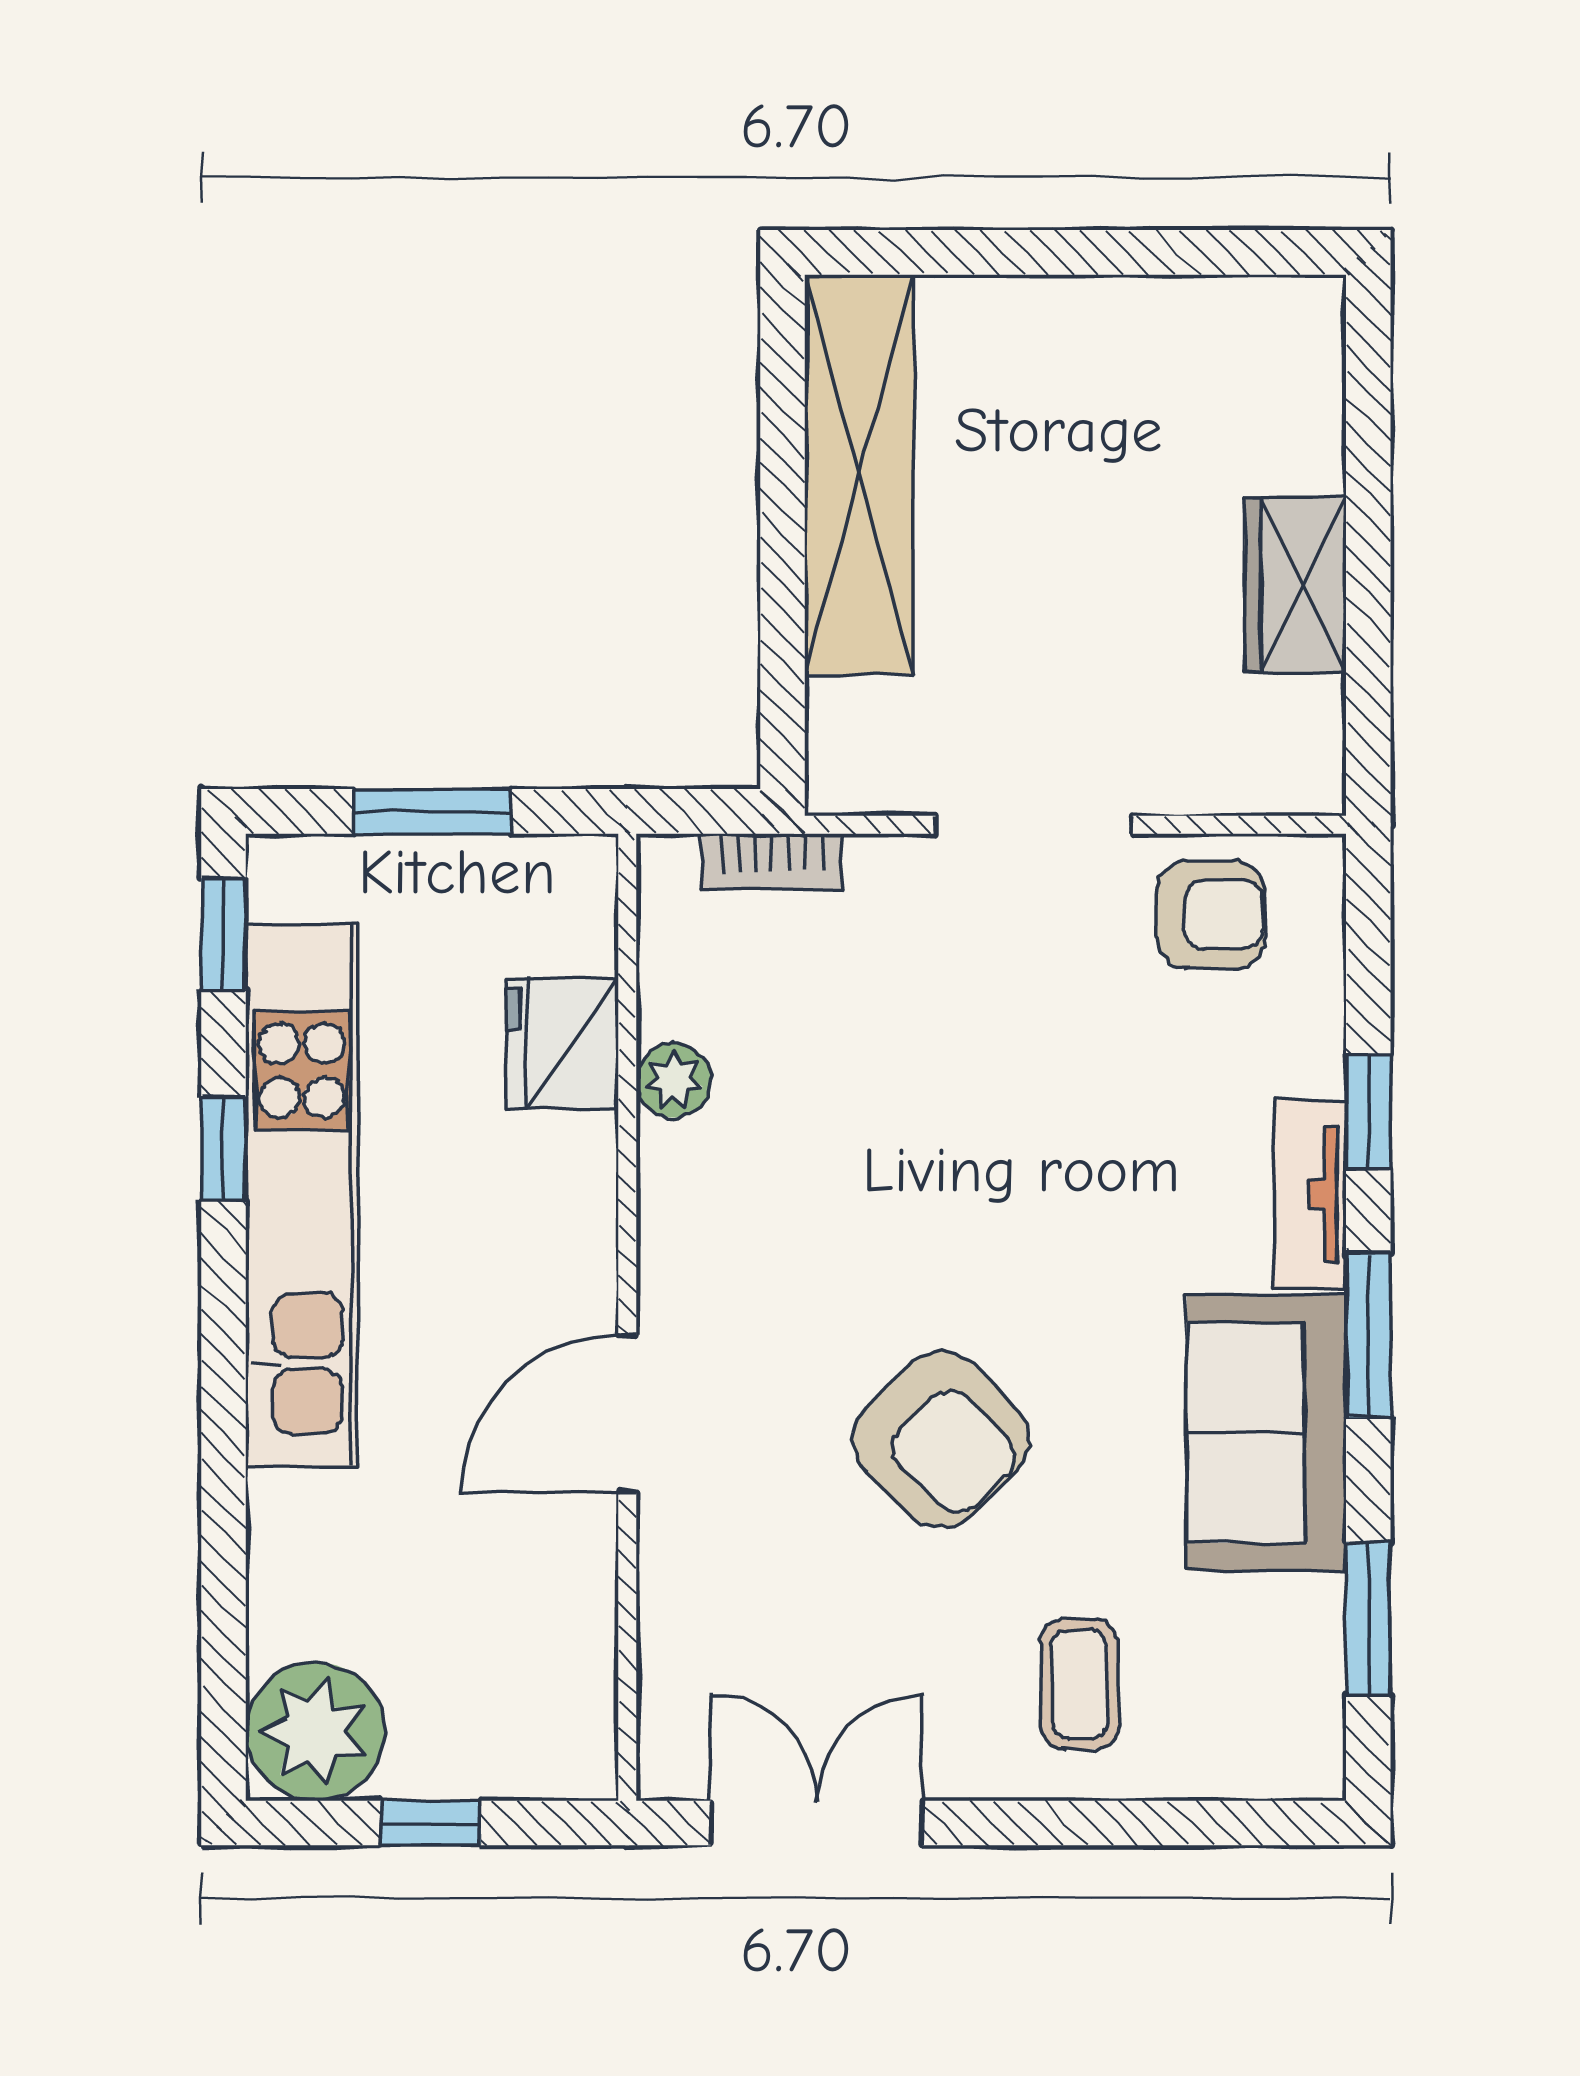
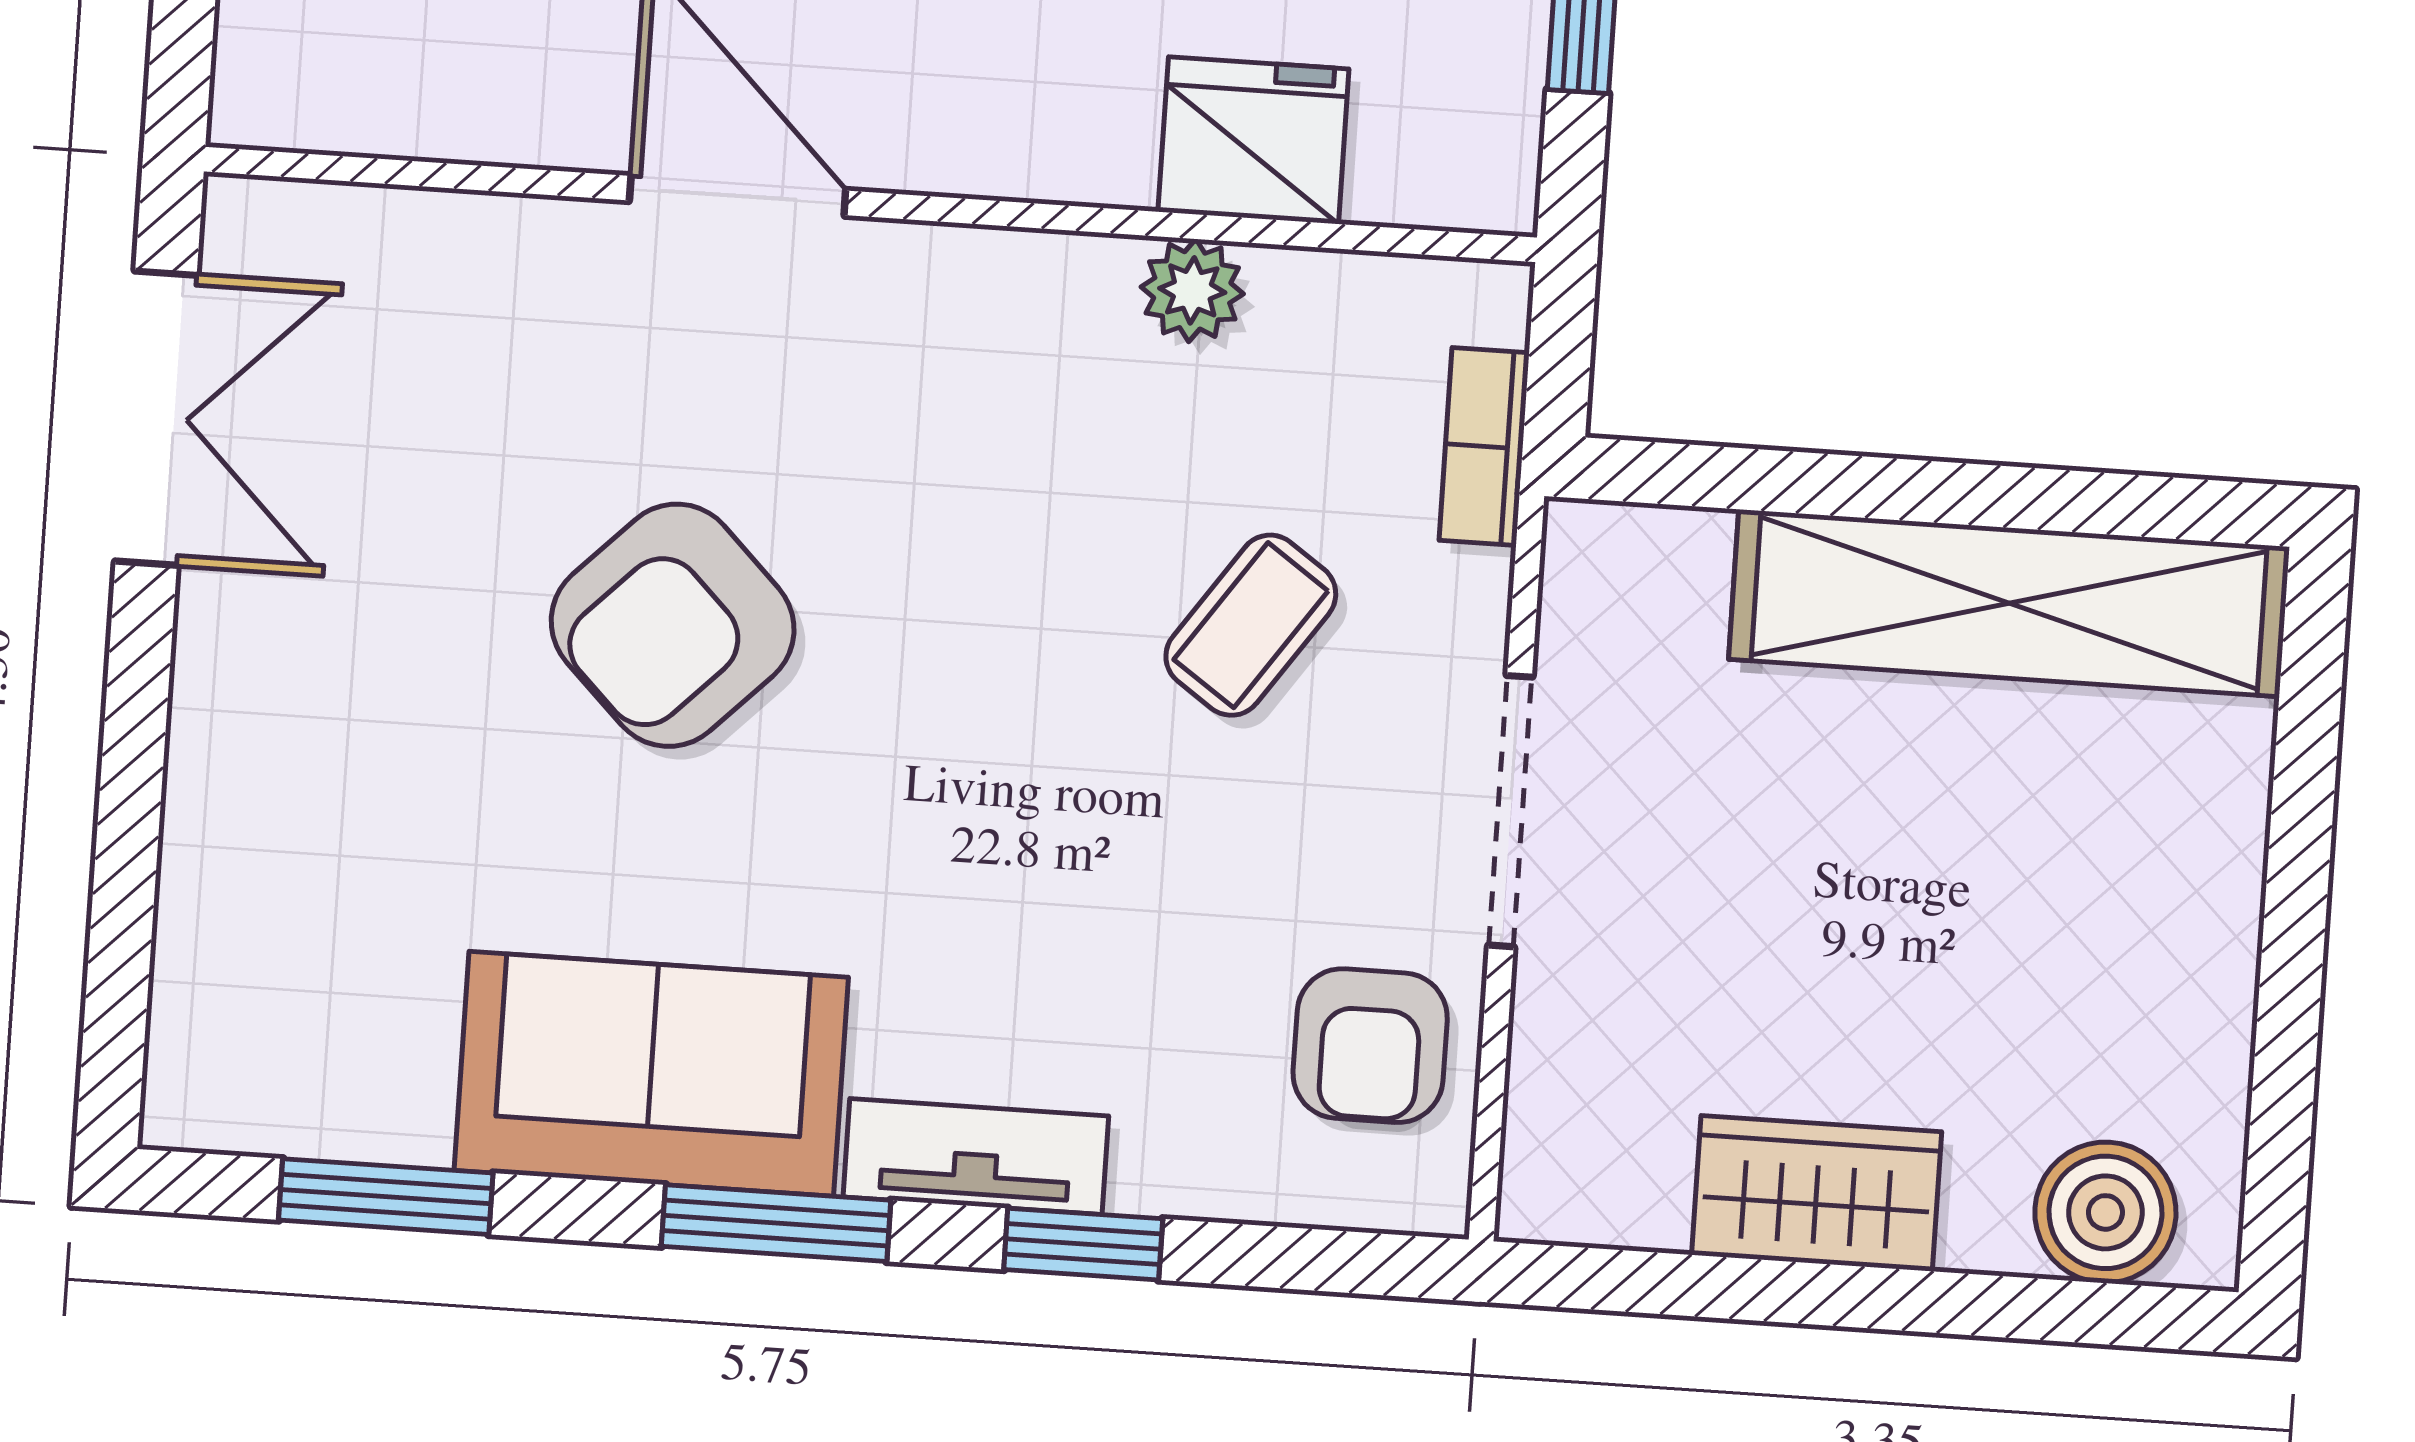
boiler: (1295, 375) -> (2105, 1212), added
coffee table: (1080, 1684) -> (1251, 625), moved, turned -54

